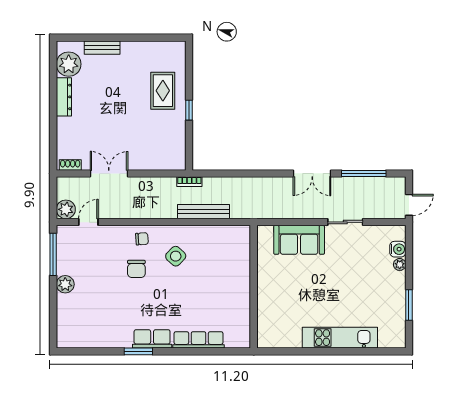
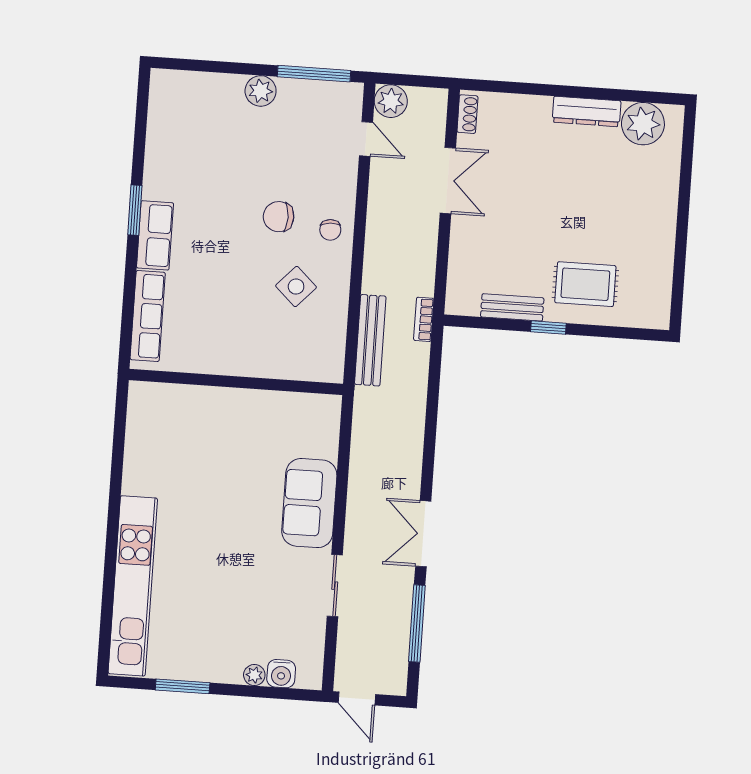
bench: (102, 48) -> (512, 307), moved, turned 90
wall: (254, 287) -> (236, 382), moved
kitchen unit: (340, 338) -> (133, 586), width x1.36

